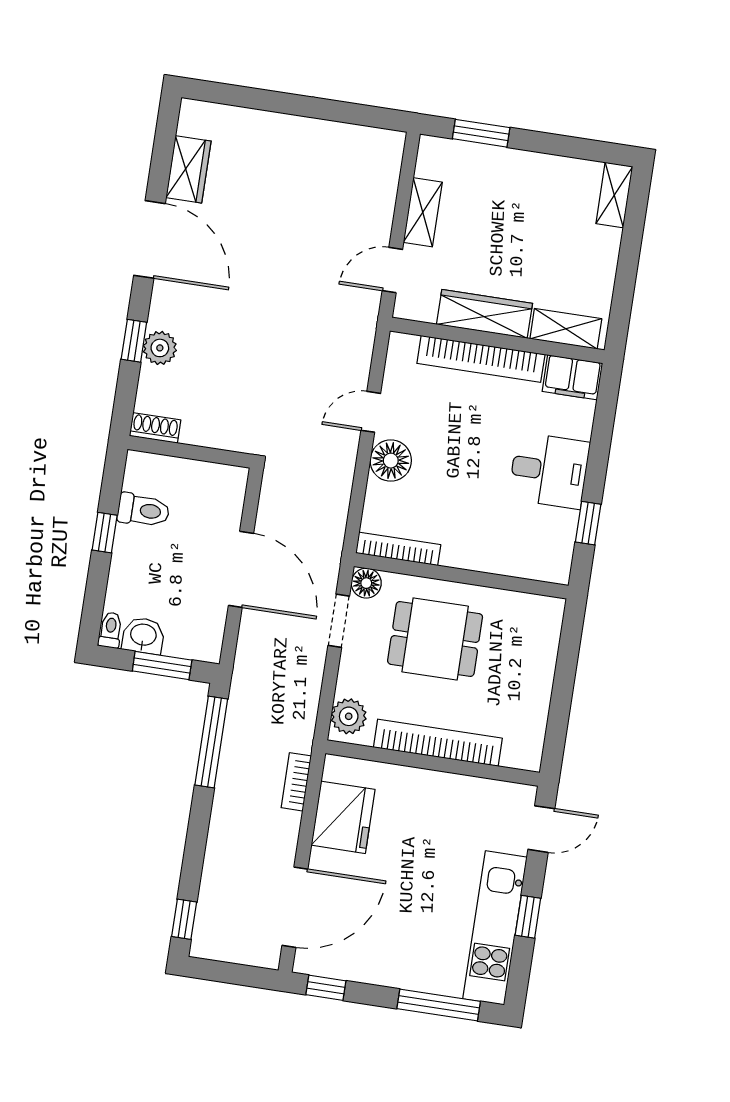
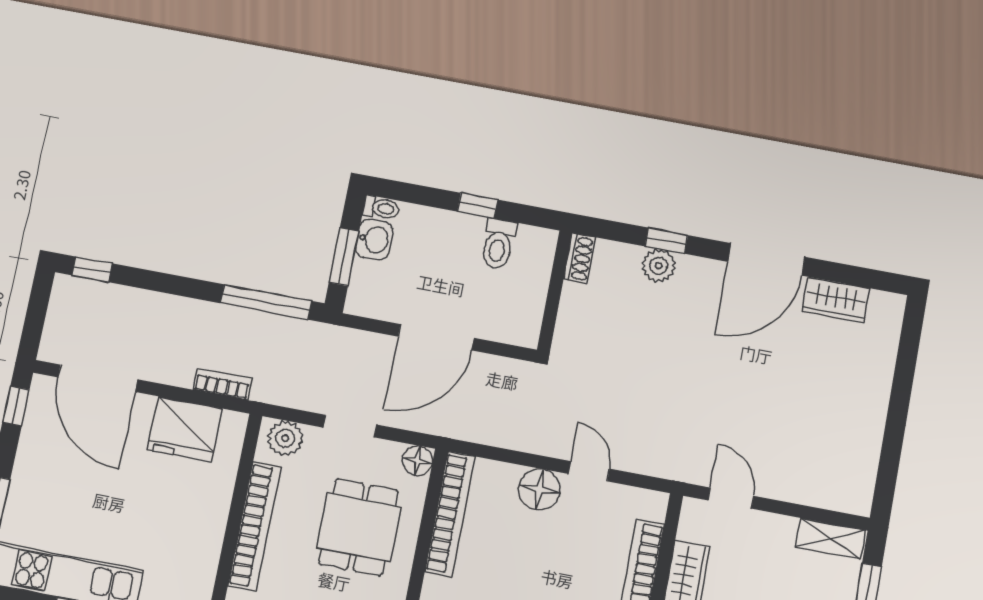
shelving: (423, 212) -> (830, 539), moved
bookcase: (398, 549) -> (450, 514), width x1.48, depth x1.31
doorway: (339, 621) -> (350, 426), moved

